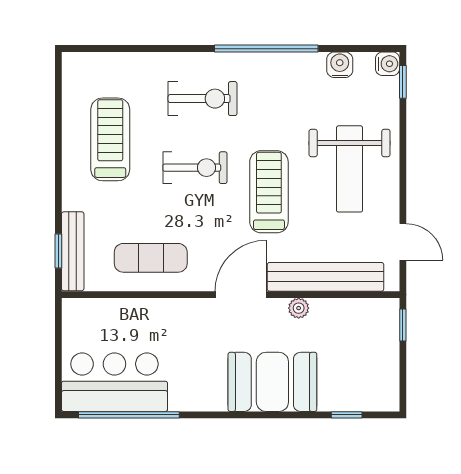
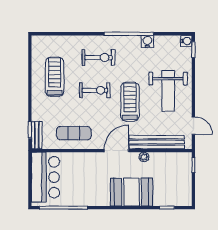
water cooler: (340, 65) -> (147, 42), moved
bench: (73, 251) -> (37, 135), width x0.73
bar counter: (114, 382) -> (45, 177), moved, turned 90

